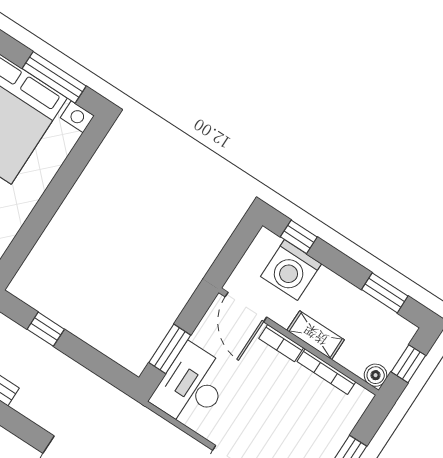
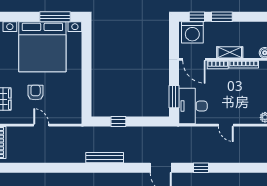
washing machine: (291, 270) -> (192, 32), moved
window: (385, 293) -> (222, 17), moved

